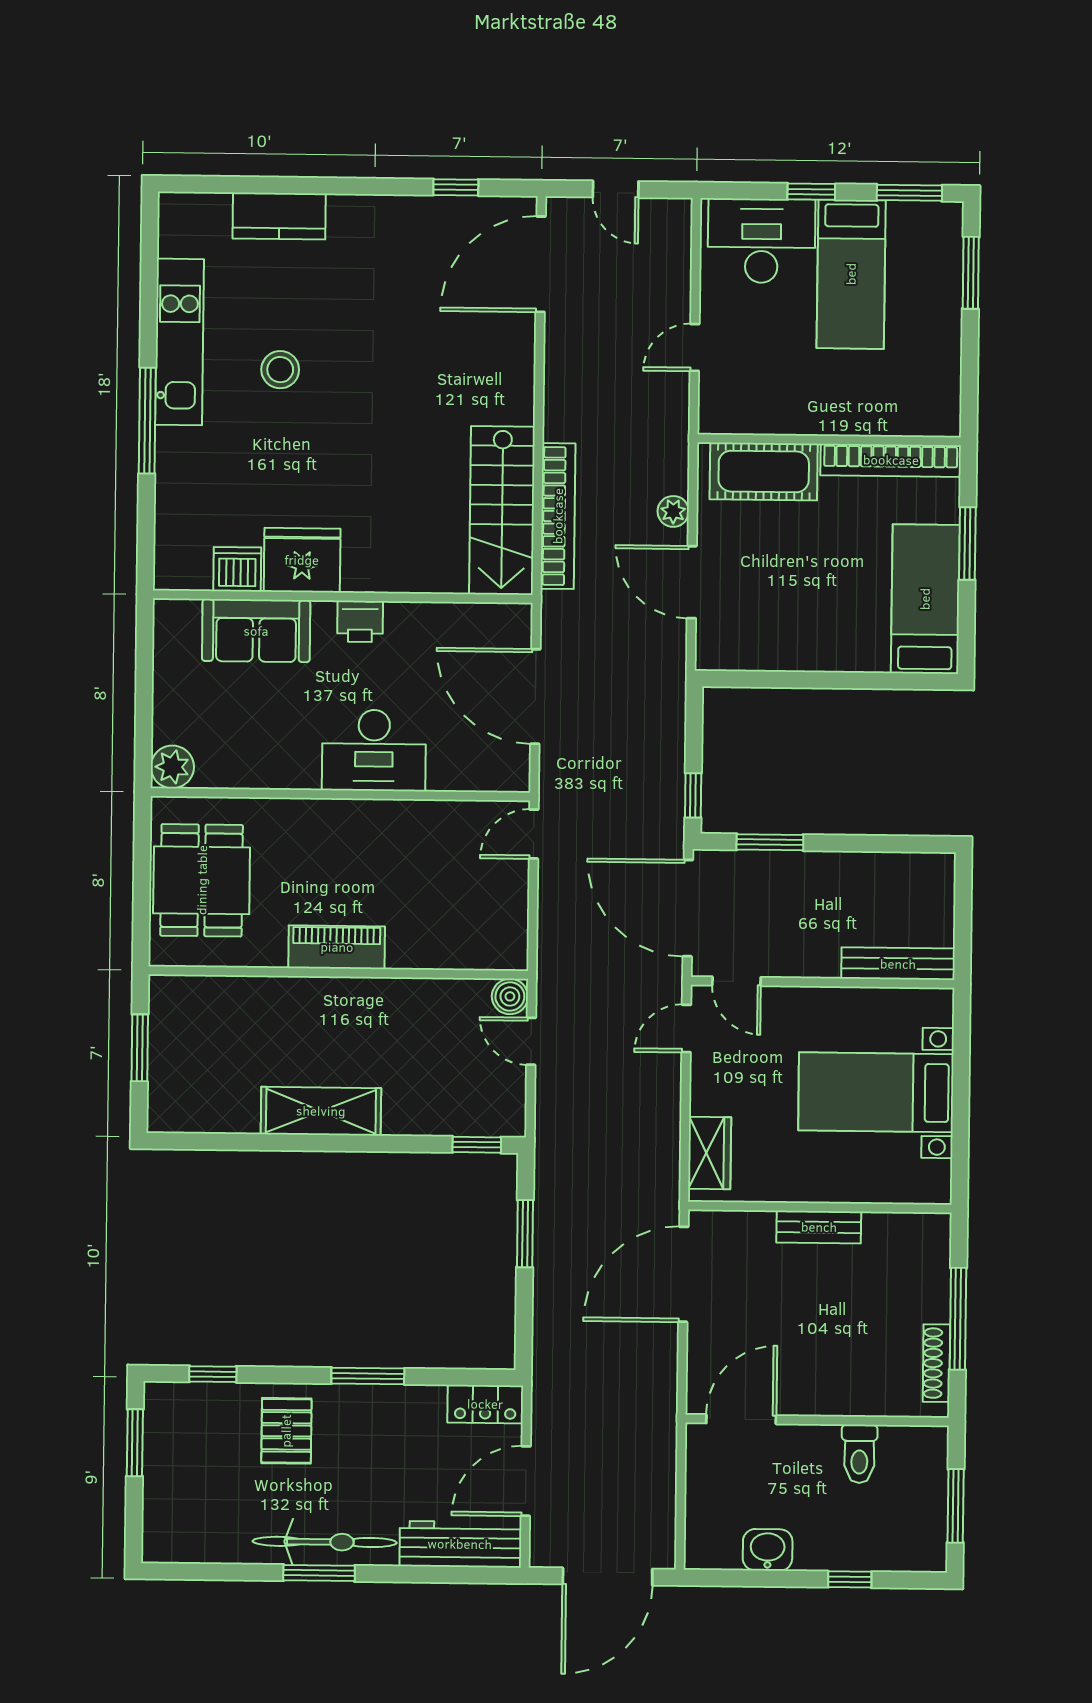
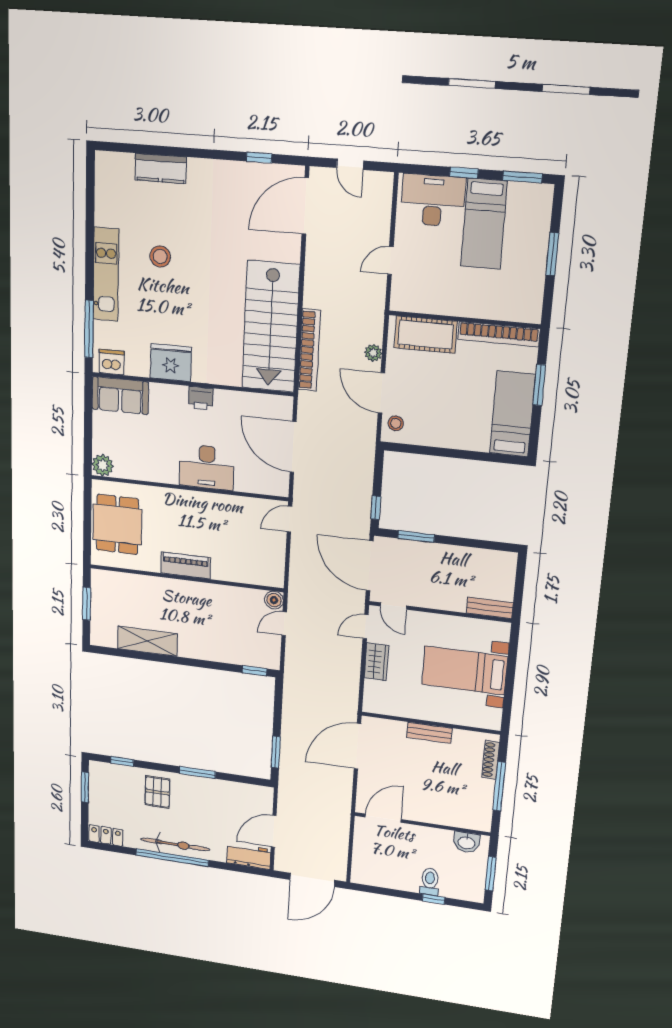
window: (971, 273) -> (552, 254), moved
kitchen unit: (179, 342) -> (106, 275), moved
window: (147, 421) -> (89, 329), moved
stairs: (502, 510) -> (271, 327), width x1.36, depth x1.51
dishwasher: (237, 569) -> (112, 362), moved
sofa: (256, 631) -> (120, 395), moved
stool: (720, 635) -> (396, 423), added
bench: (898, 964) -> (490, 608), width x0.73
door: (531, 1041) -> (284, 624), hinge flipped
shelving: (321, 1111) -> (147, 641), moved
wardrobe: (710, 1153) -> (376, 662), moved
window: (525, 1234) -> (276, 752), moved
shoe rack: (936, 1363) -> (491, 760), moved
locker: (485, 1404) -> (106, 835), moved, turned 180
toilet: (859, 1454) -> (430, 882), moved, turned 180
workbench: (460, 1544) -> (249, 856), width x0.73
washbasin: (768, 1550) -> (467, 842), moved, turned 180
window: (319, 1573) -> (172, 858), width x2.11

